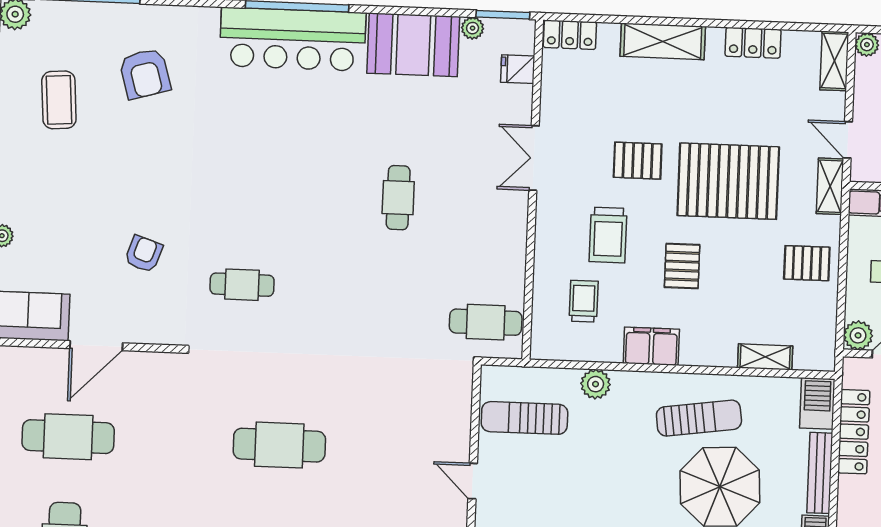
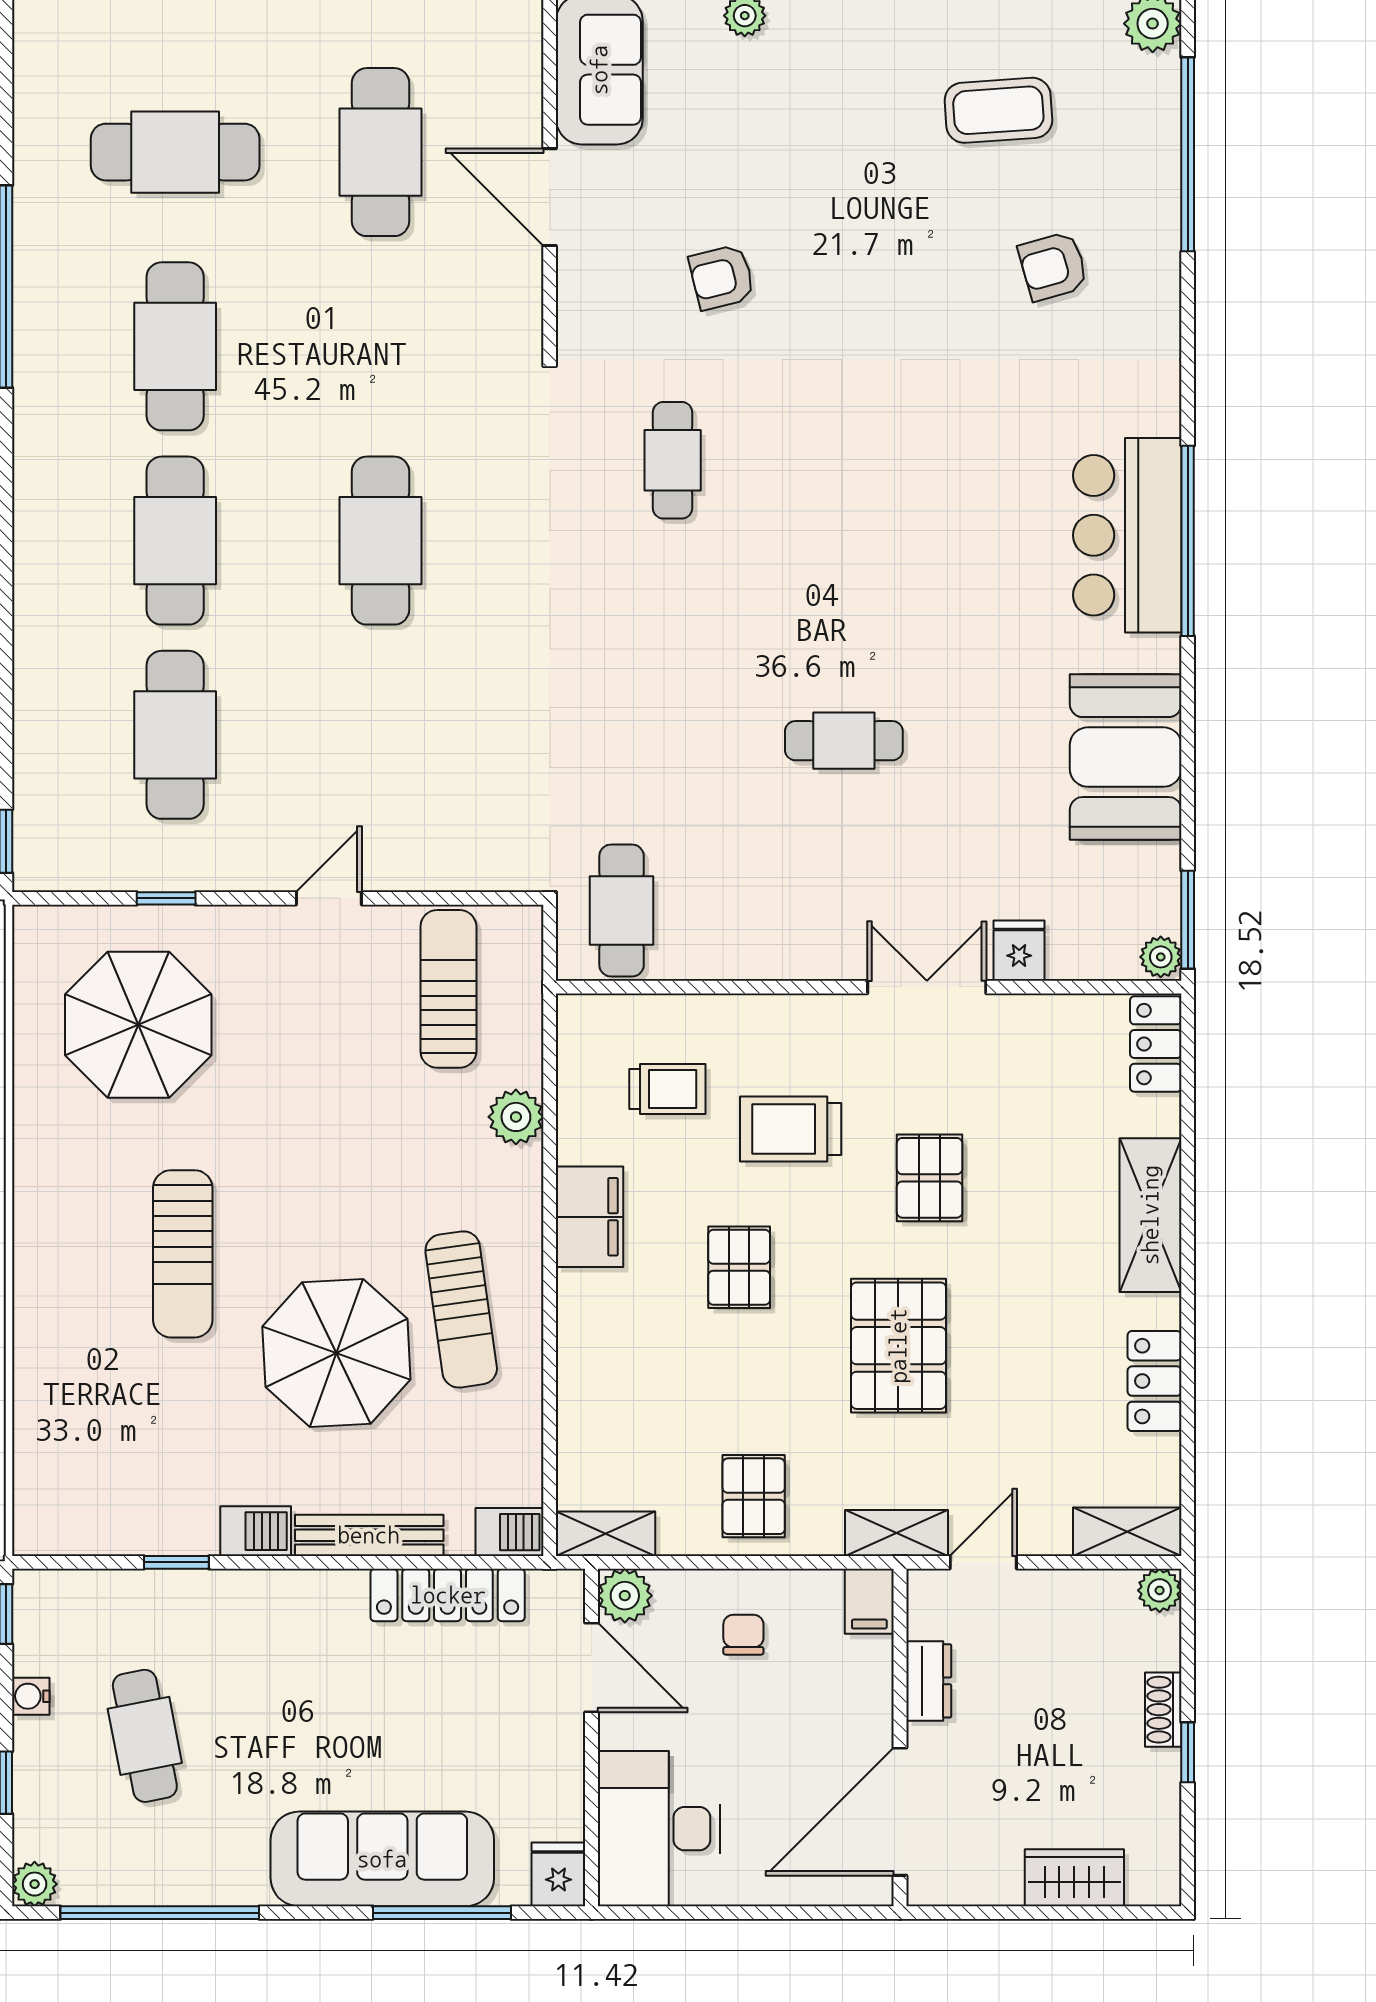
plant: (473, 28) -> (1161, 957), moved
bar counter: (293, 39) -> (1127, 535), width x0.73
fridge: (518, 69) -> (1019, 951), moved
armchair: (145, 74) -> (1053, 266), width x0.72, depth x0.72
pallet: (728, 181) -> (898, 1346), width x0.73, depth x0.71
armchair: (144, 254) -> (722, 277), turned 147
pallet: (682, 266) -> (739, 1267), turned 90
shelving: (765, 357) -> (606, 1534), moved, turned 90
barbecue: (817, 403) -> (510, 1532), width x0.73, depth x0.79

